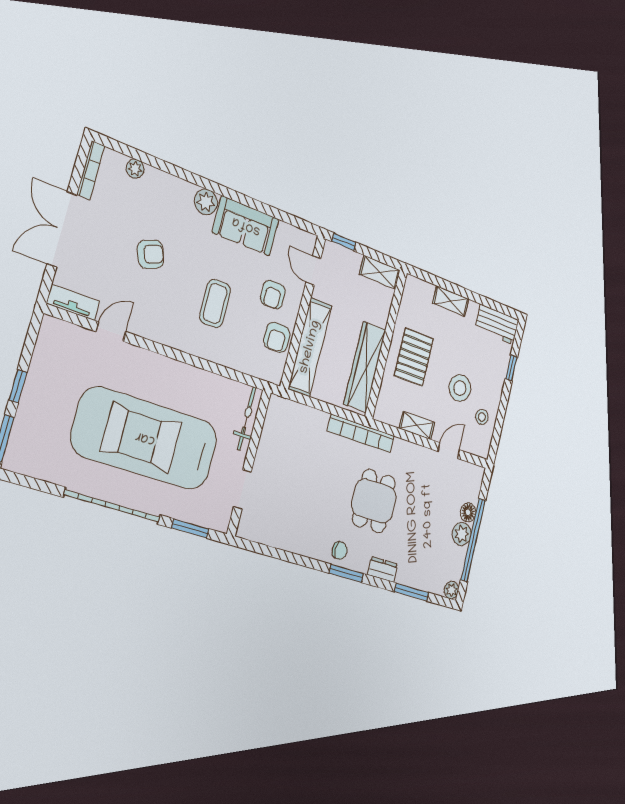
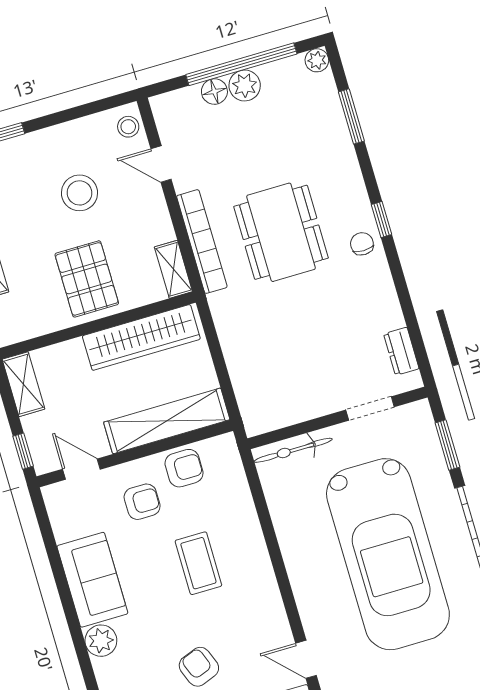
door: (313, 270) -> (81, 469), swing flipped
coffee table: (215, 303) -> (198, 563), turned 90
pallet: (414, 357) -> (87, 279), turned 90
stool: (482, 417) -> (128, 127), moved
shelving: (417, 425) -> (173, 269), moved
bookcase: (361, 434) -> (202, 242), moved
dining table: (374, 501) -> (281, 232), width x1.38
dresser: (382, 569) -> (401, 351), moved
window: (346, 573) -> (382, 219), width x0.67

